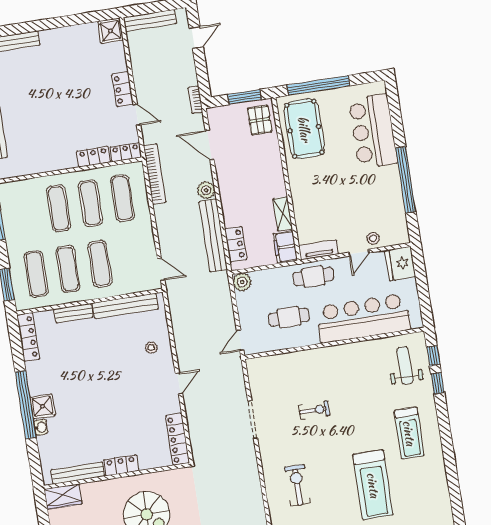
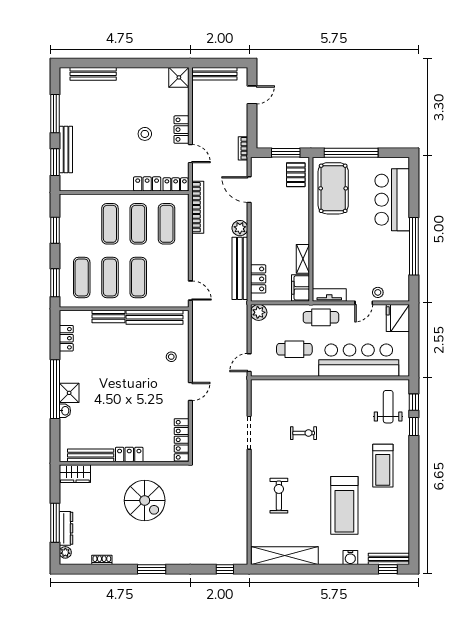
stool: (82, 101) -> (145, 134), added
locker: (28, 337) -> (66, 338), width x0.66

